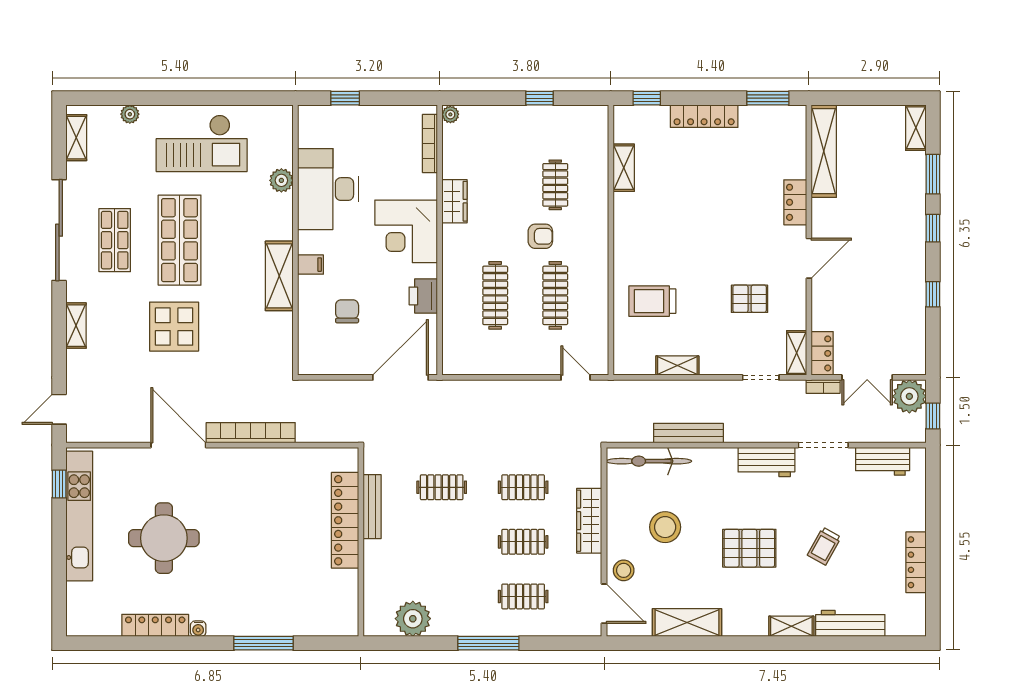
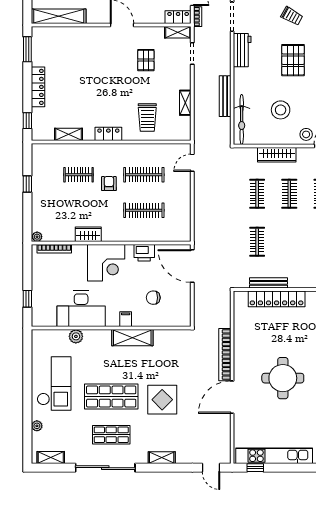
locker: (795, 202) -> (108, 134), moved, turned 180
round table: (164, 538) -> (283, 378), moved

